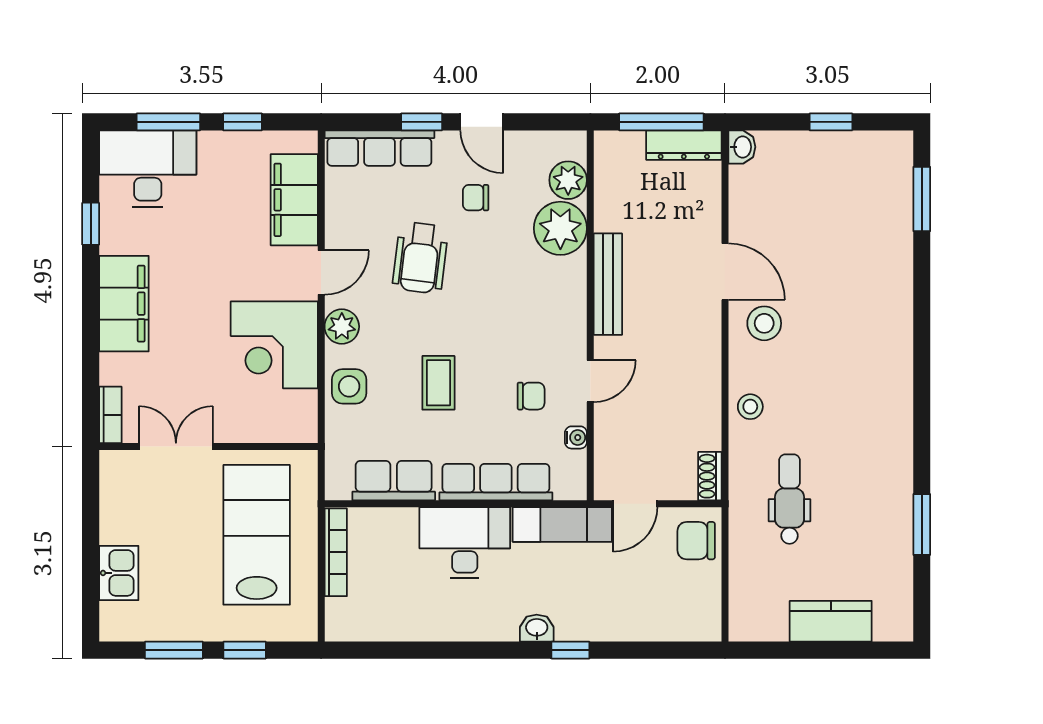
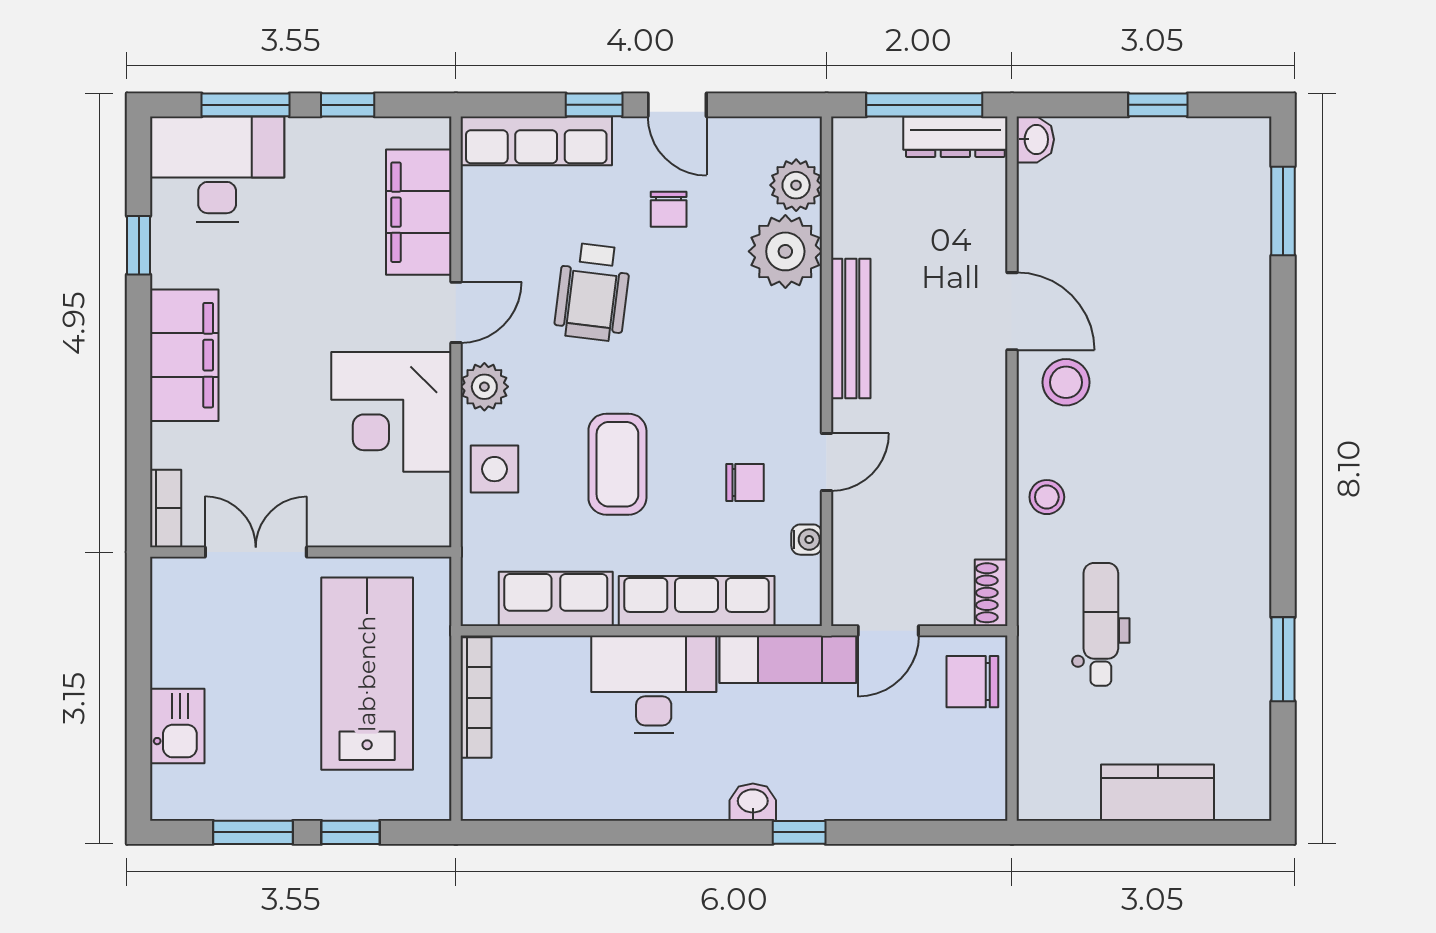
chair: (476, 198) -> (669, 209), turned -90
coffee table: (438, 383) -> (617, 464), width x1.36, depth x1.30

